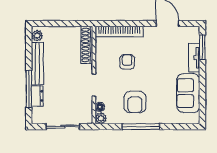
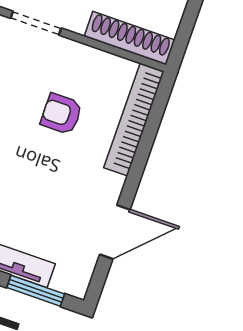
armchair: (127, 62) -> (61, 114), turned 180

